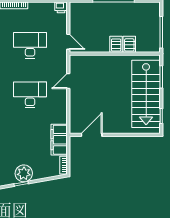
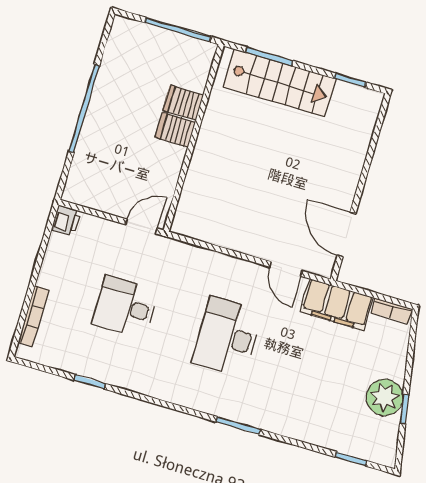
desk: (30, 45) -> (125, 307), width x0.73
door: (68, 81) -> (286, 269), moved
stairs: (146, 94) -> (280, 83), width x0.73, depth x0.66

